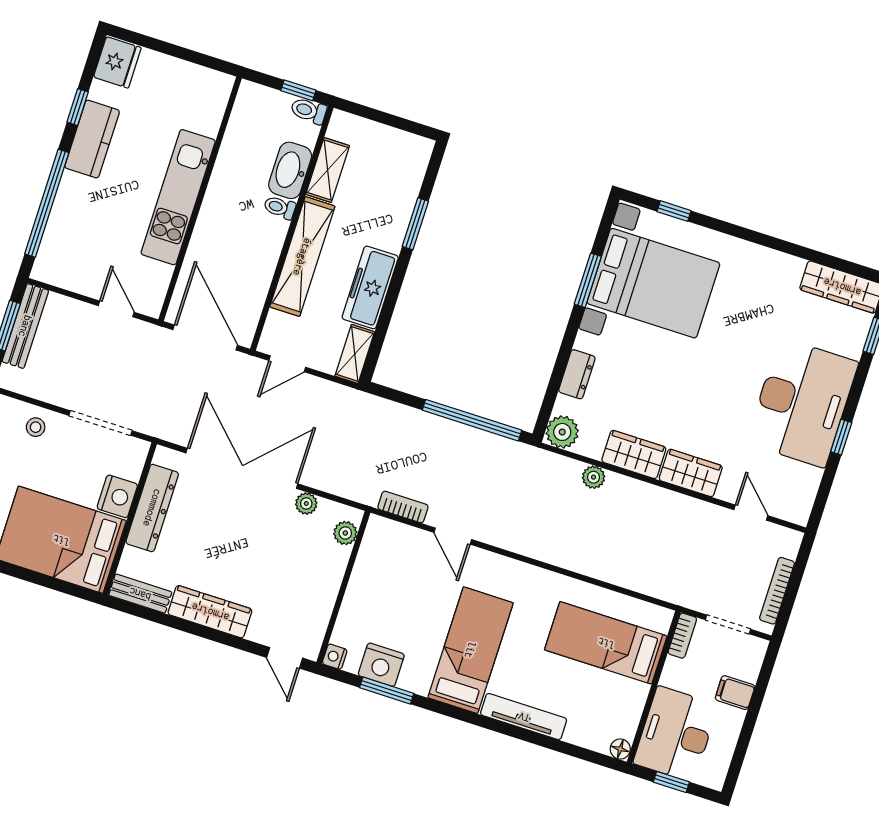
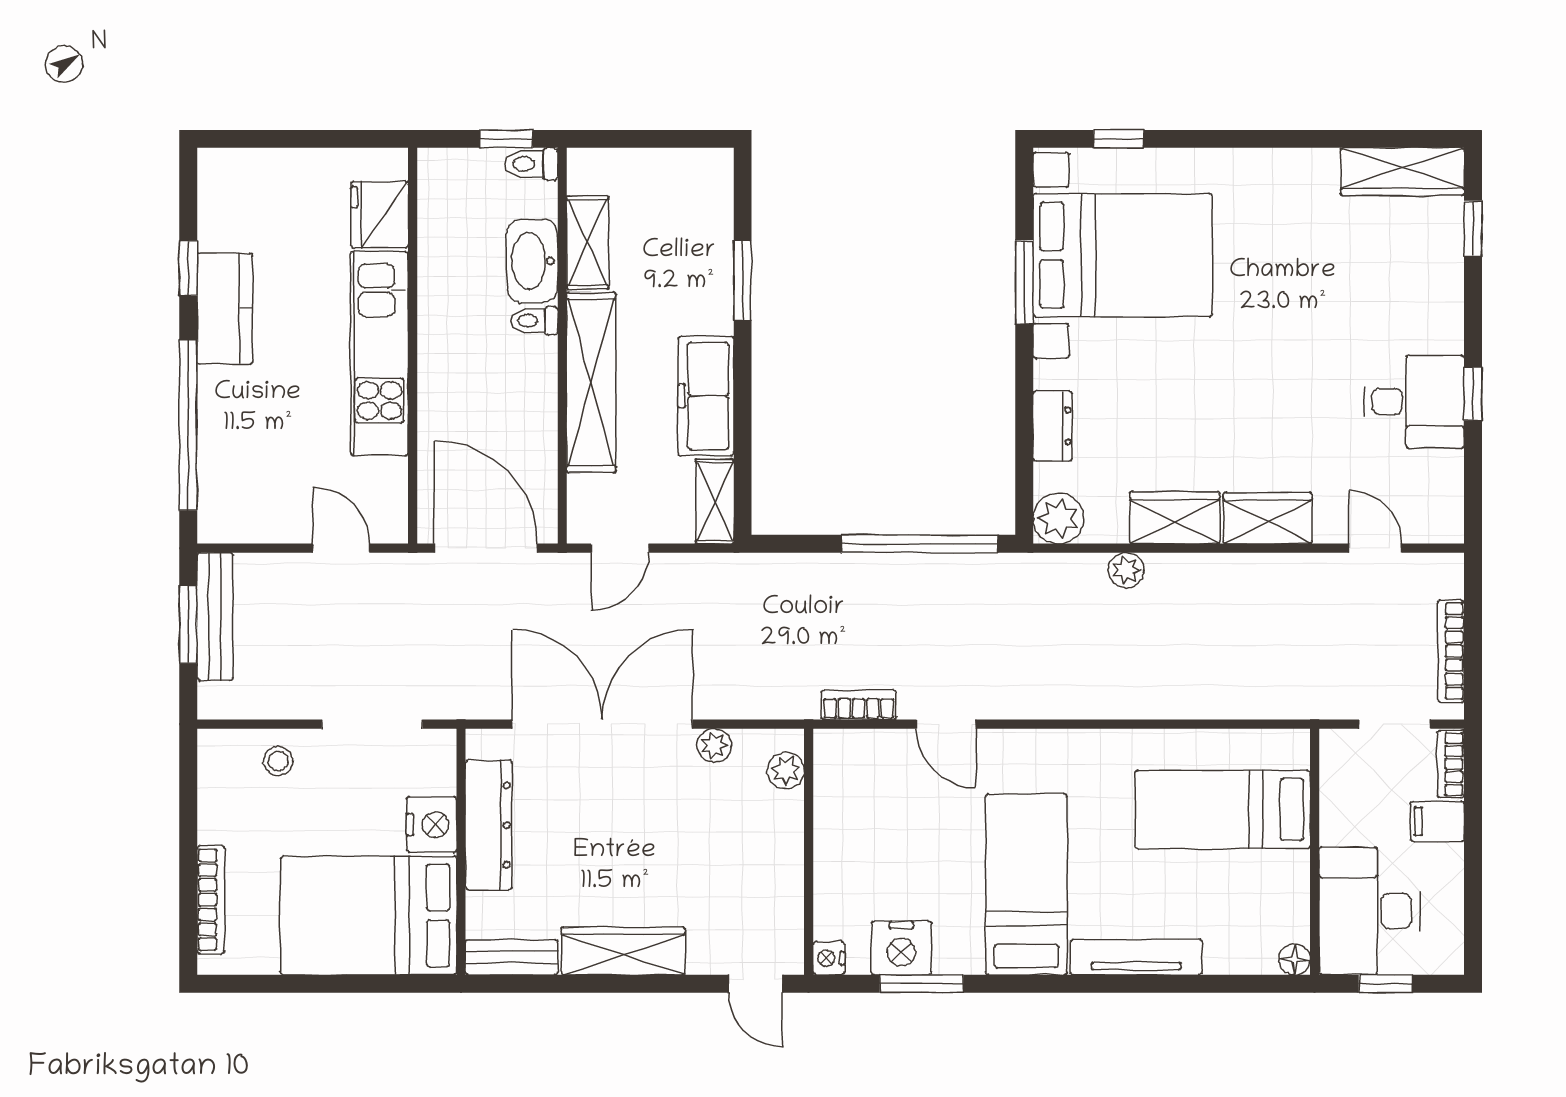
fridge: (117, 62) -> (380, 215), moved, turned 180
desk: (802, 403) -> (1414, 402), width x0.53, depth x0.77
bookcase: (682, 636) -> (1451, 764), moved, turned 180

